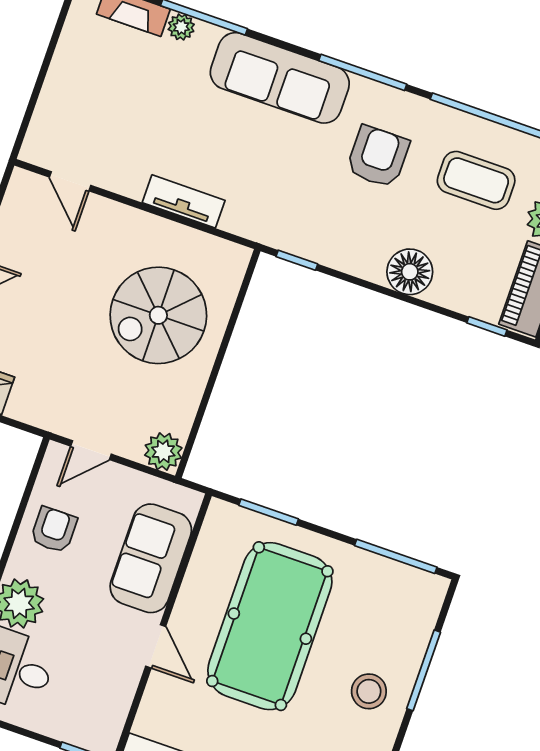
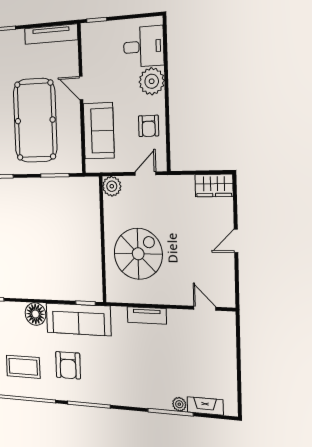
sofa: (280, 78) -> (78, 319), moved, turned 180

